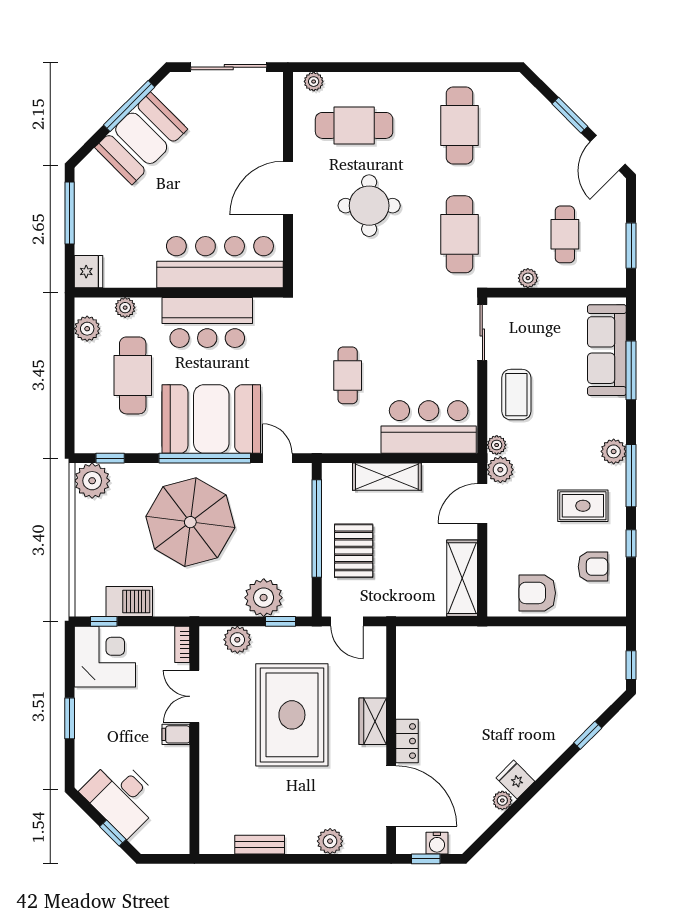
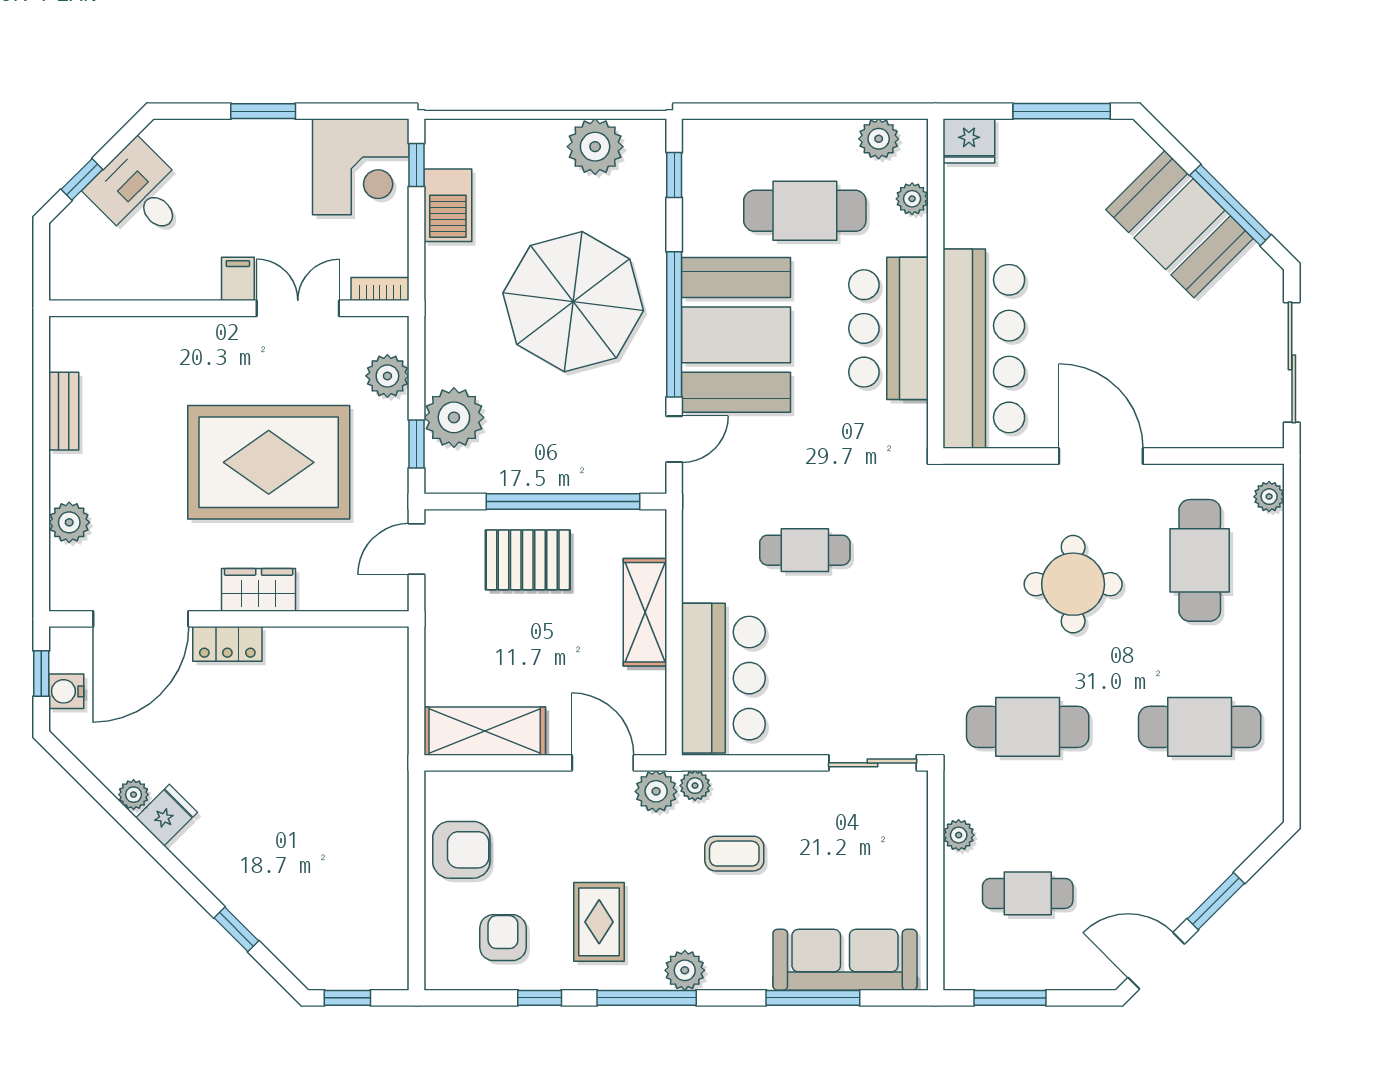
coffee table: (516, 395) -> (734, 854), moved, width x0.73, depth x0.77
plant: (92, 481) -> (595, 147), moved
armchair: (593, 567) -> (503, 938), turned 180
armchair: (537, 593) -> (461, 850), turned 90
desk: (122, 797) -> (139, 193), width x0.73

